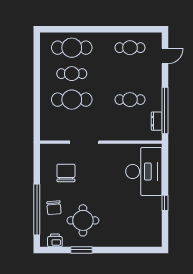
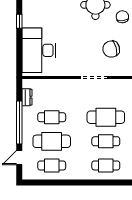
cafe table: (72, 48) -> (106, 165), width x0.73, depth x0.74
cafe table: (130, 74) -> (52, 141), added
window: (165, 110) -> (19, 122), moved
chair: (66, 173) -> (111, 49), turned 76

